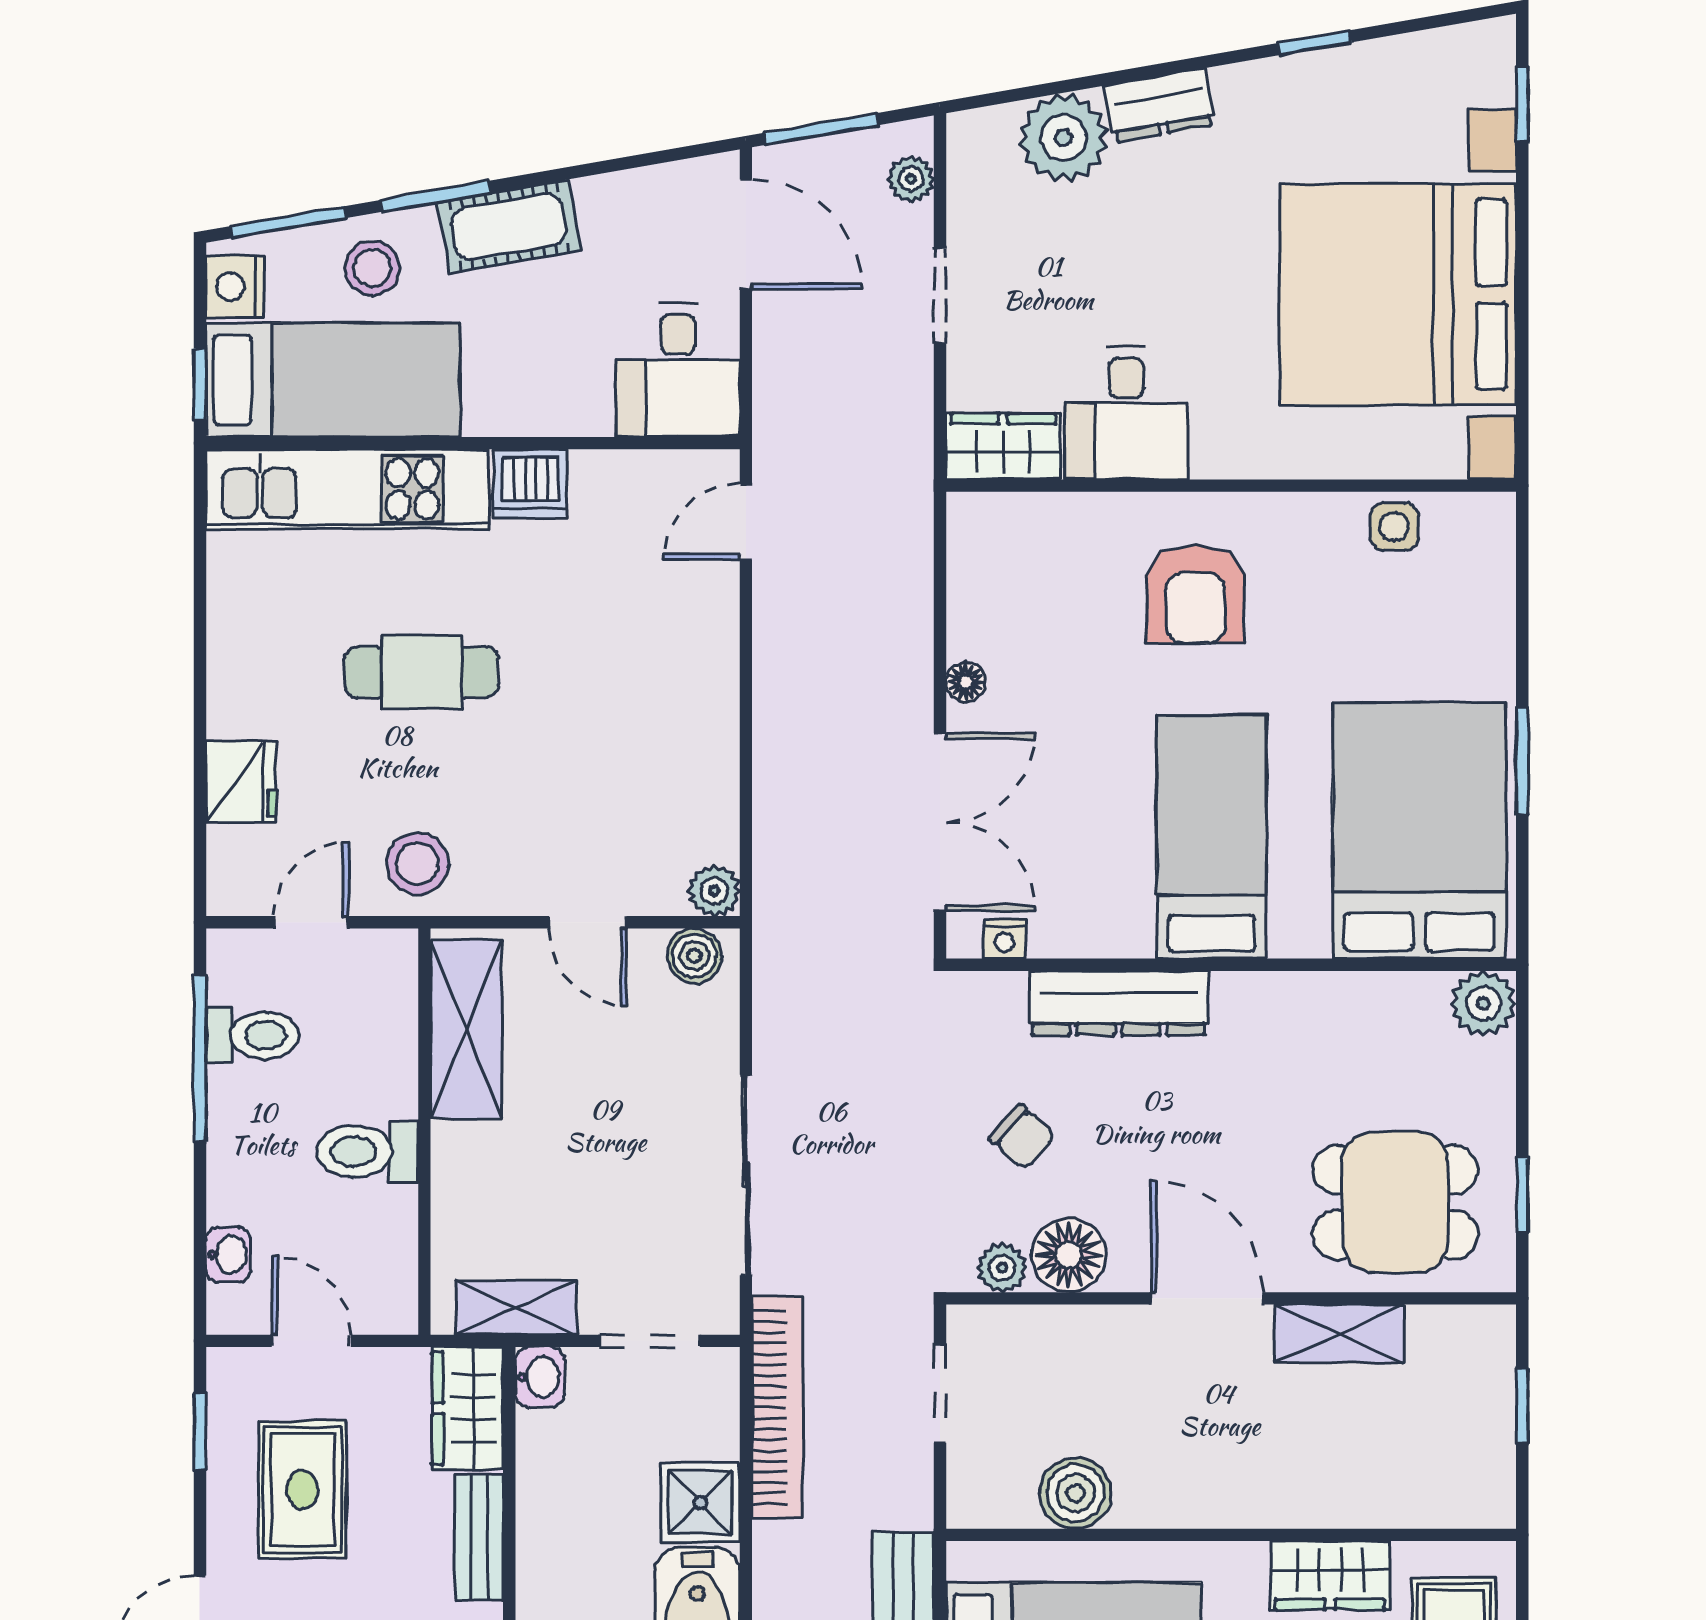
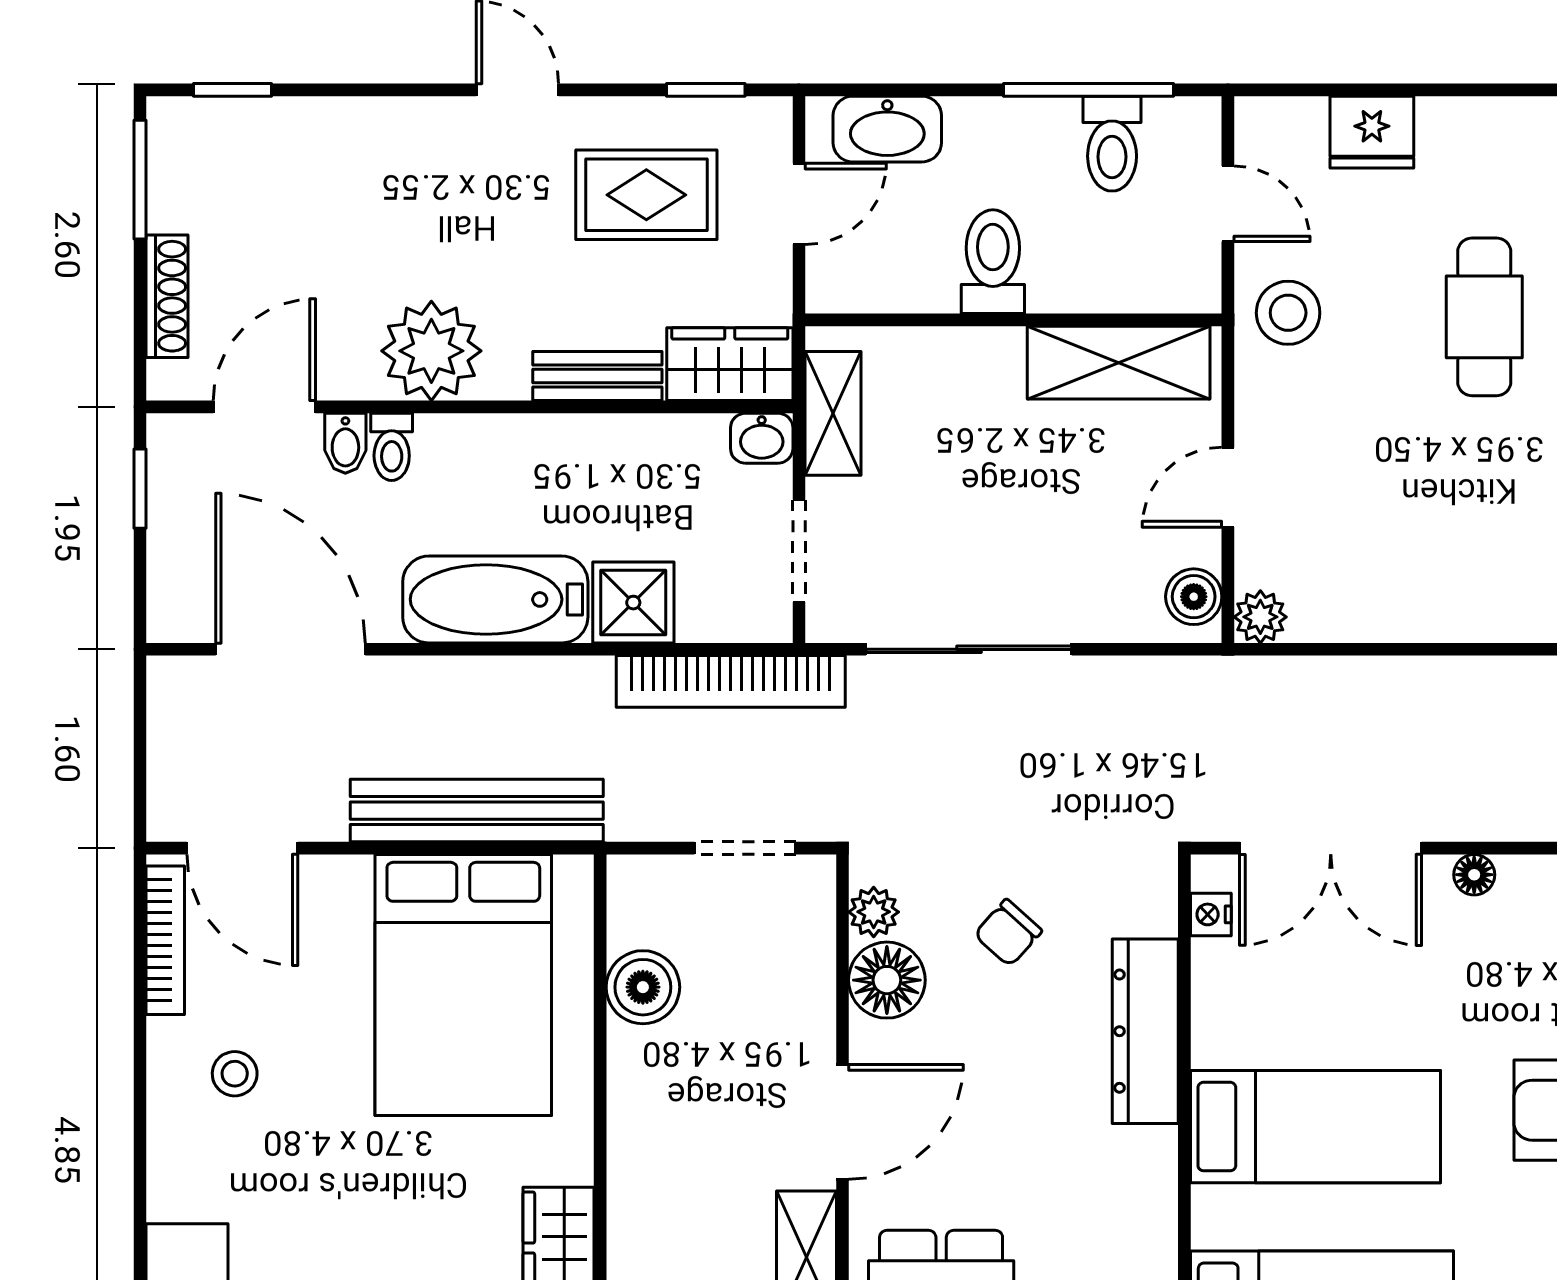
washbasin: (228, 1255) -> (887, 129), width x1.91, depth x1.45

